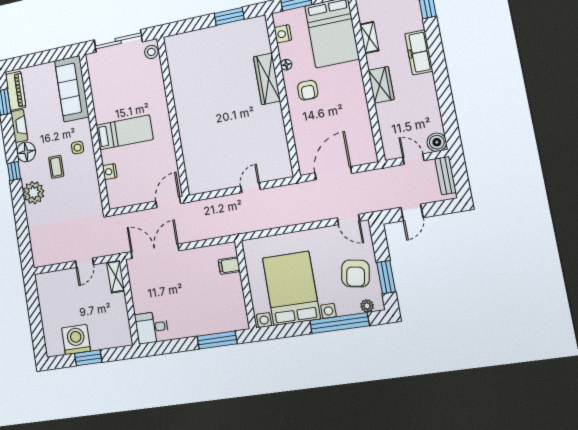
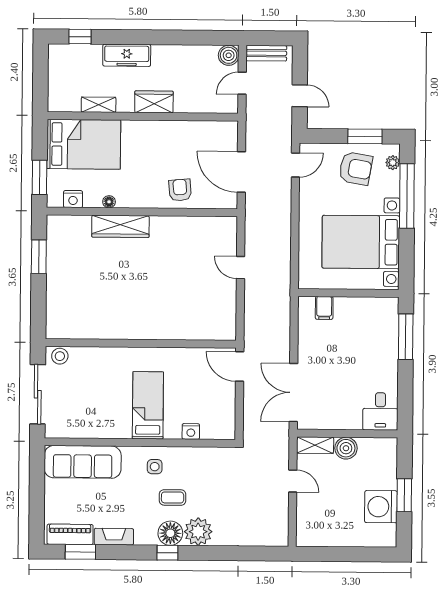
armchair: (308, 90) -> (180, 190), moved, turned -95
floor lamp: (26, 152) -> (170, 533), moved
boiler: (117, 303) -> (346, 448), added

